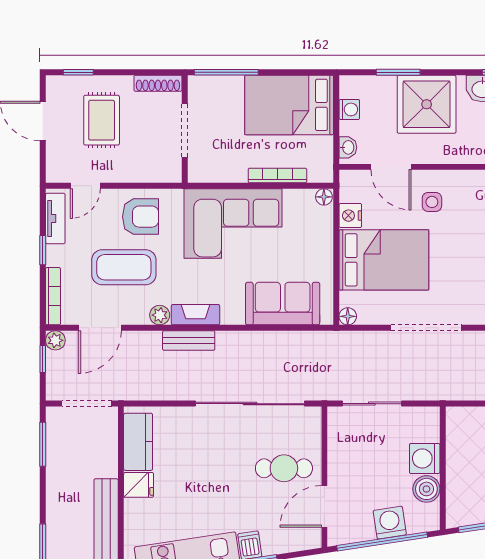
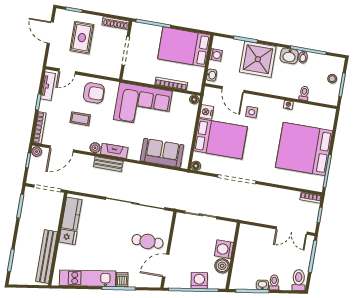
coffee table: (124, 267) -> (80, 119), width x0.54, depth x0.58

